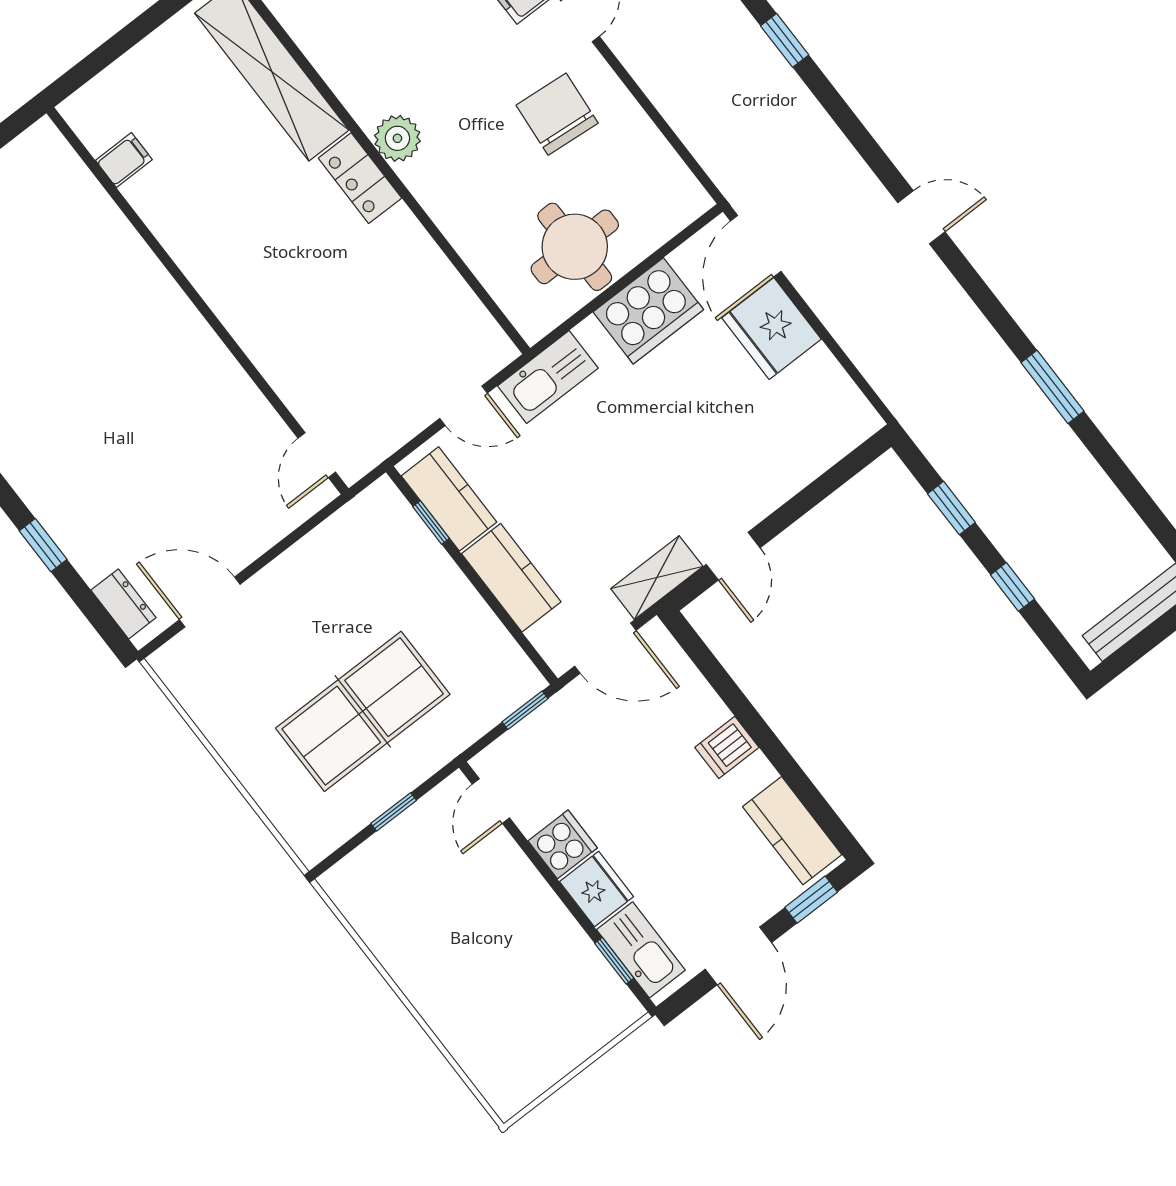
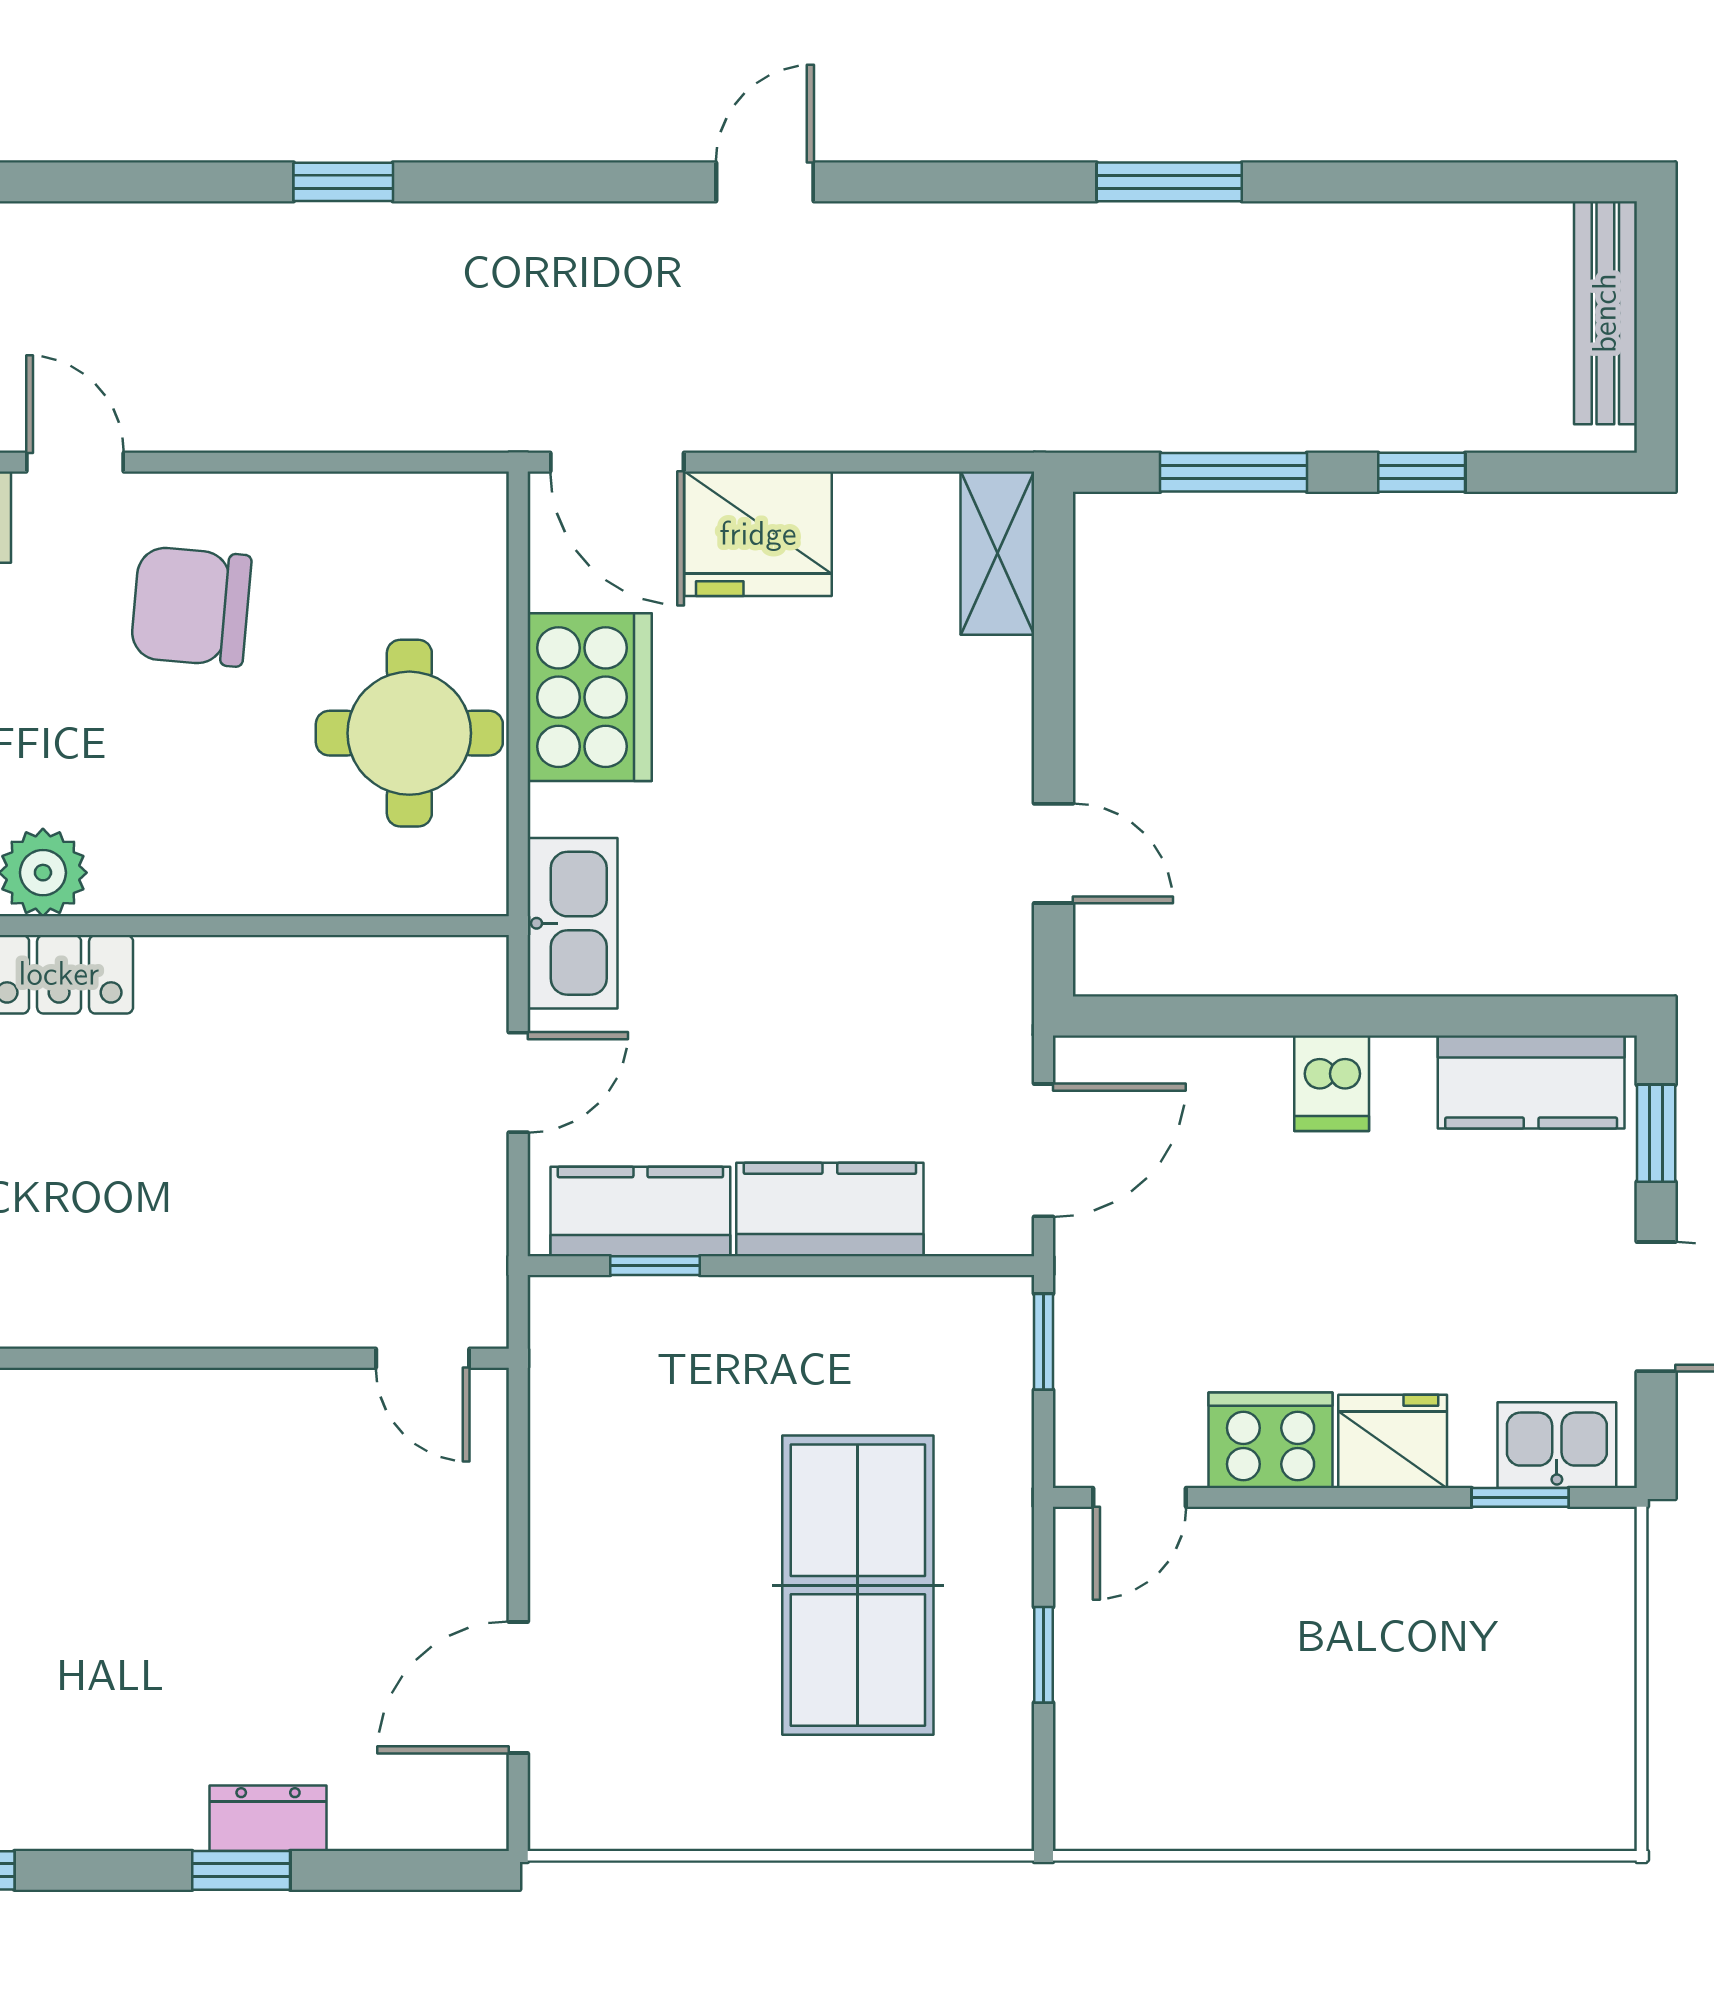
window: (951, 508) -> (1233, 472), width x1.50
shelving: (657, 578) -> (997, 553), moved
dresser: (123, 604) -> (268, 1818), moved
door: (491, 801) -> (1139, 1497), hinge flipped
cooker: (563, 844) -> (1271, 1440), width x1.36
kitchen sink: (641, 950) -> (1557, 1445), width x0.73

